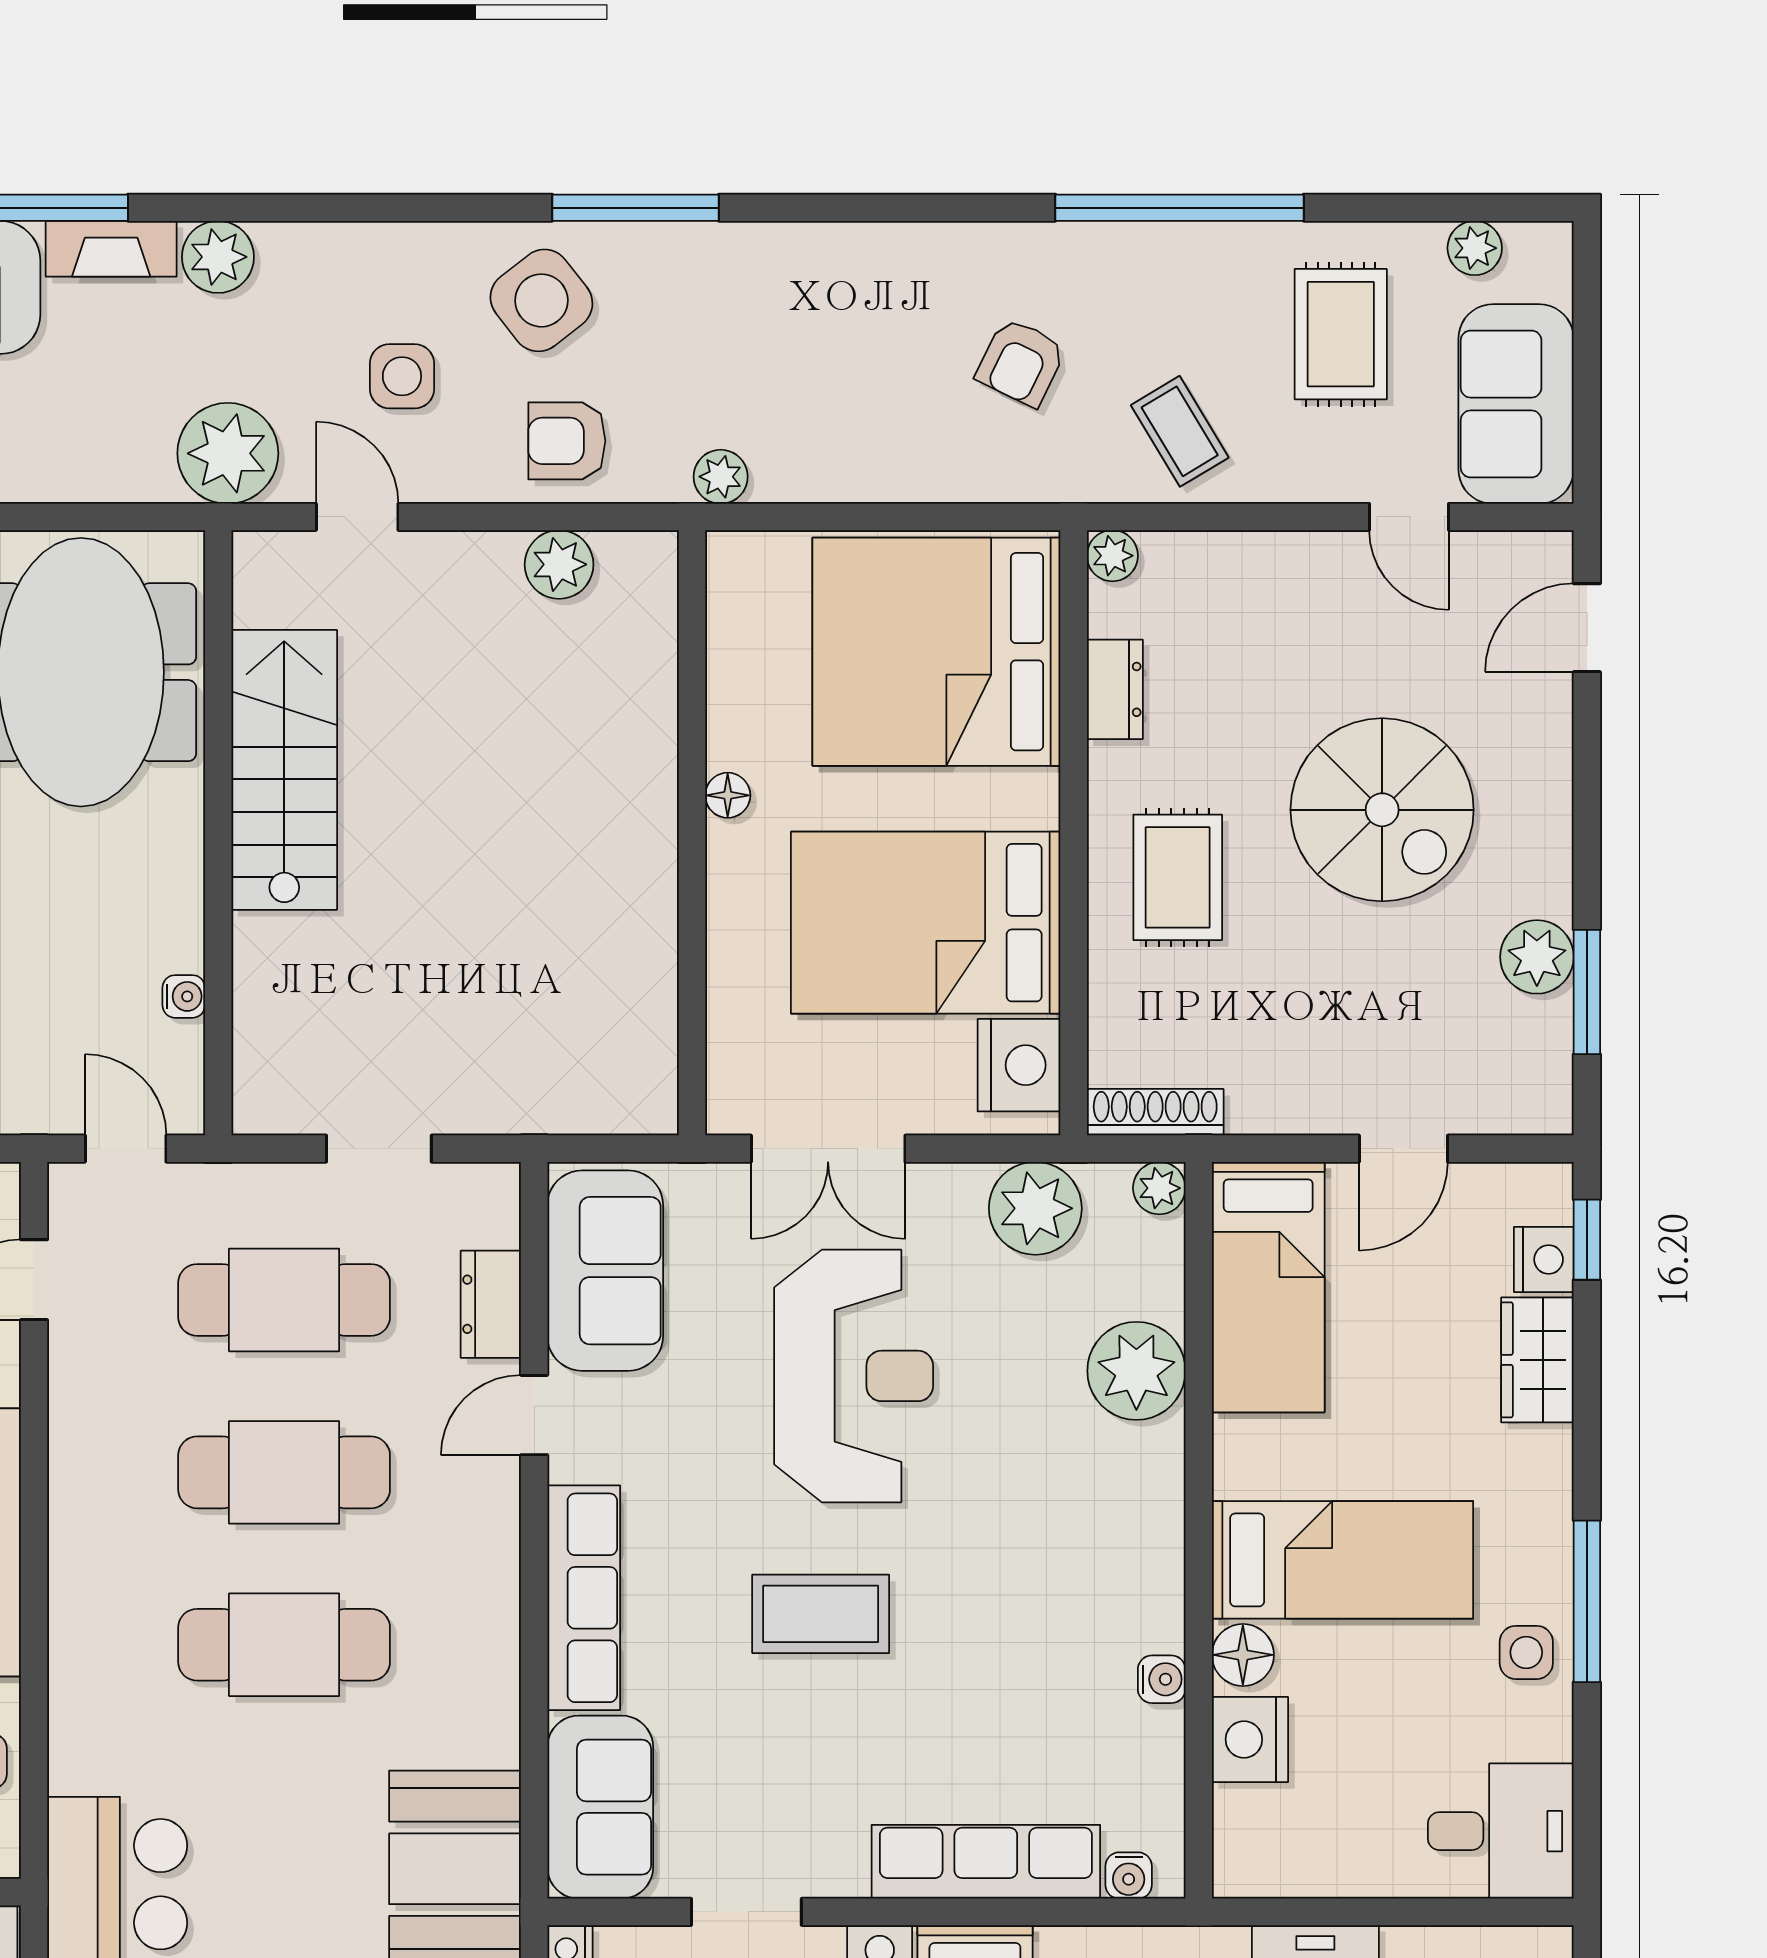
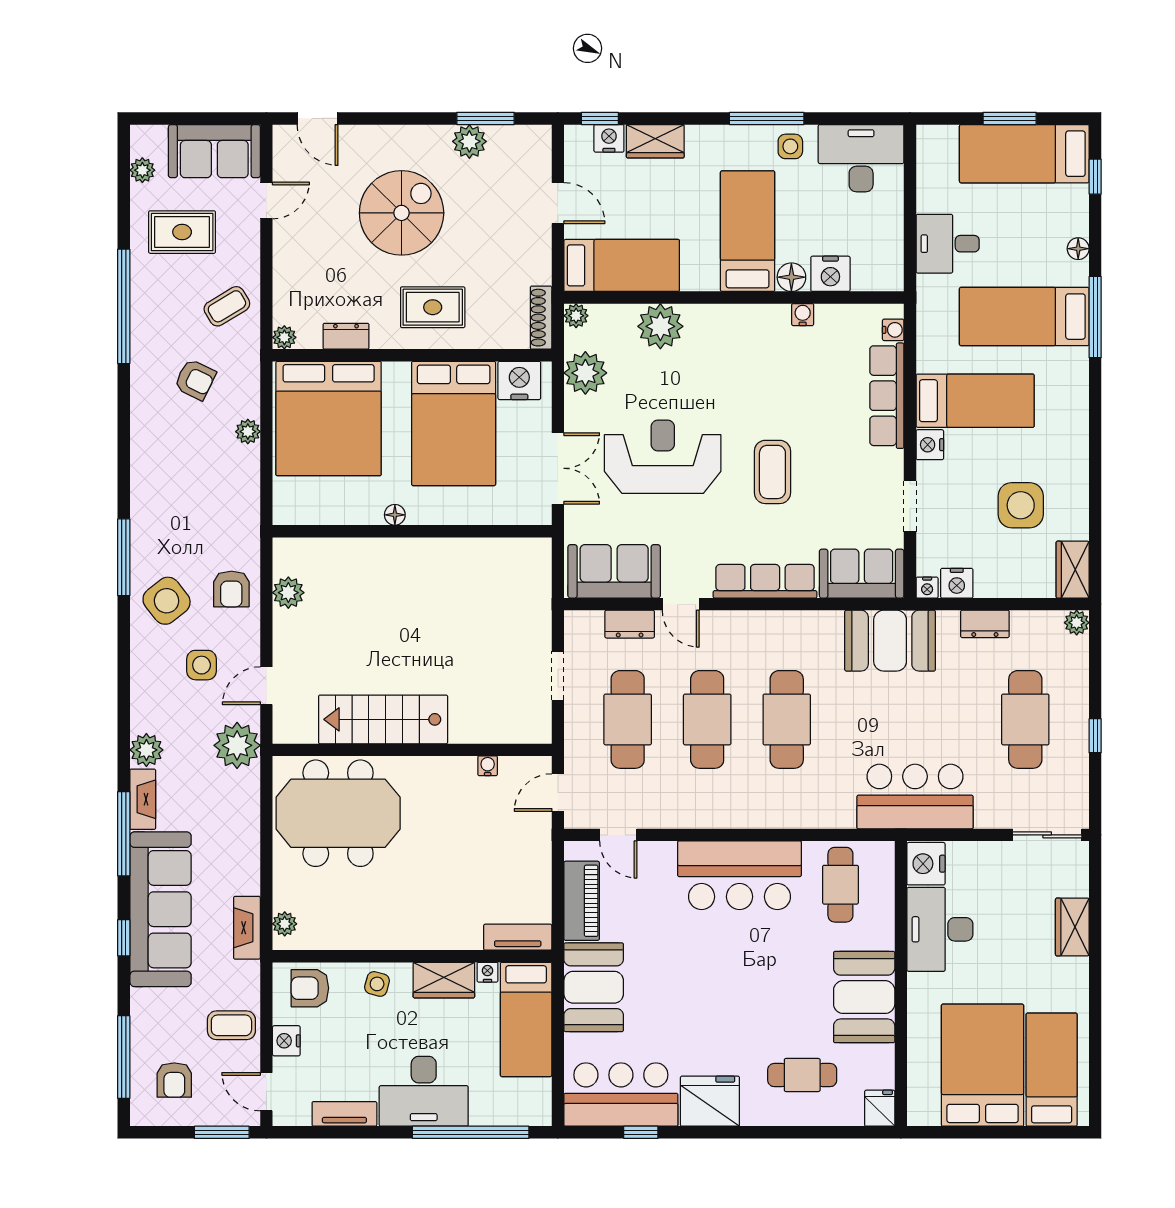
plant: (721, 477) -> (248, 432), moved
desk: (1501, 1831) -> (861, 158), width x1.37

